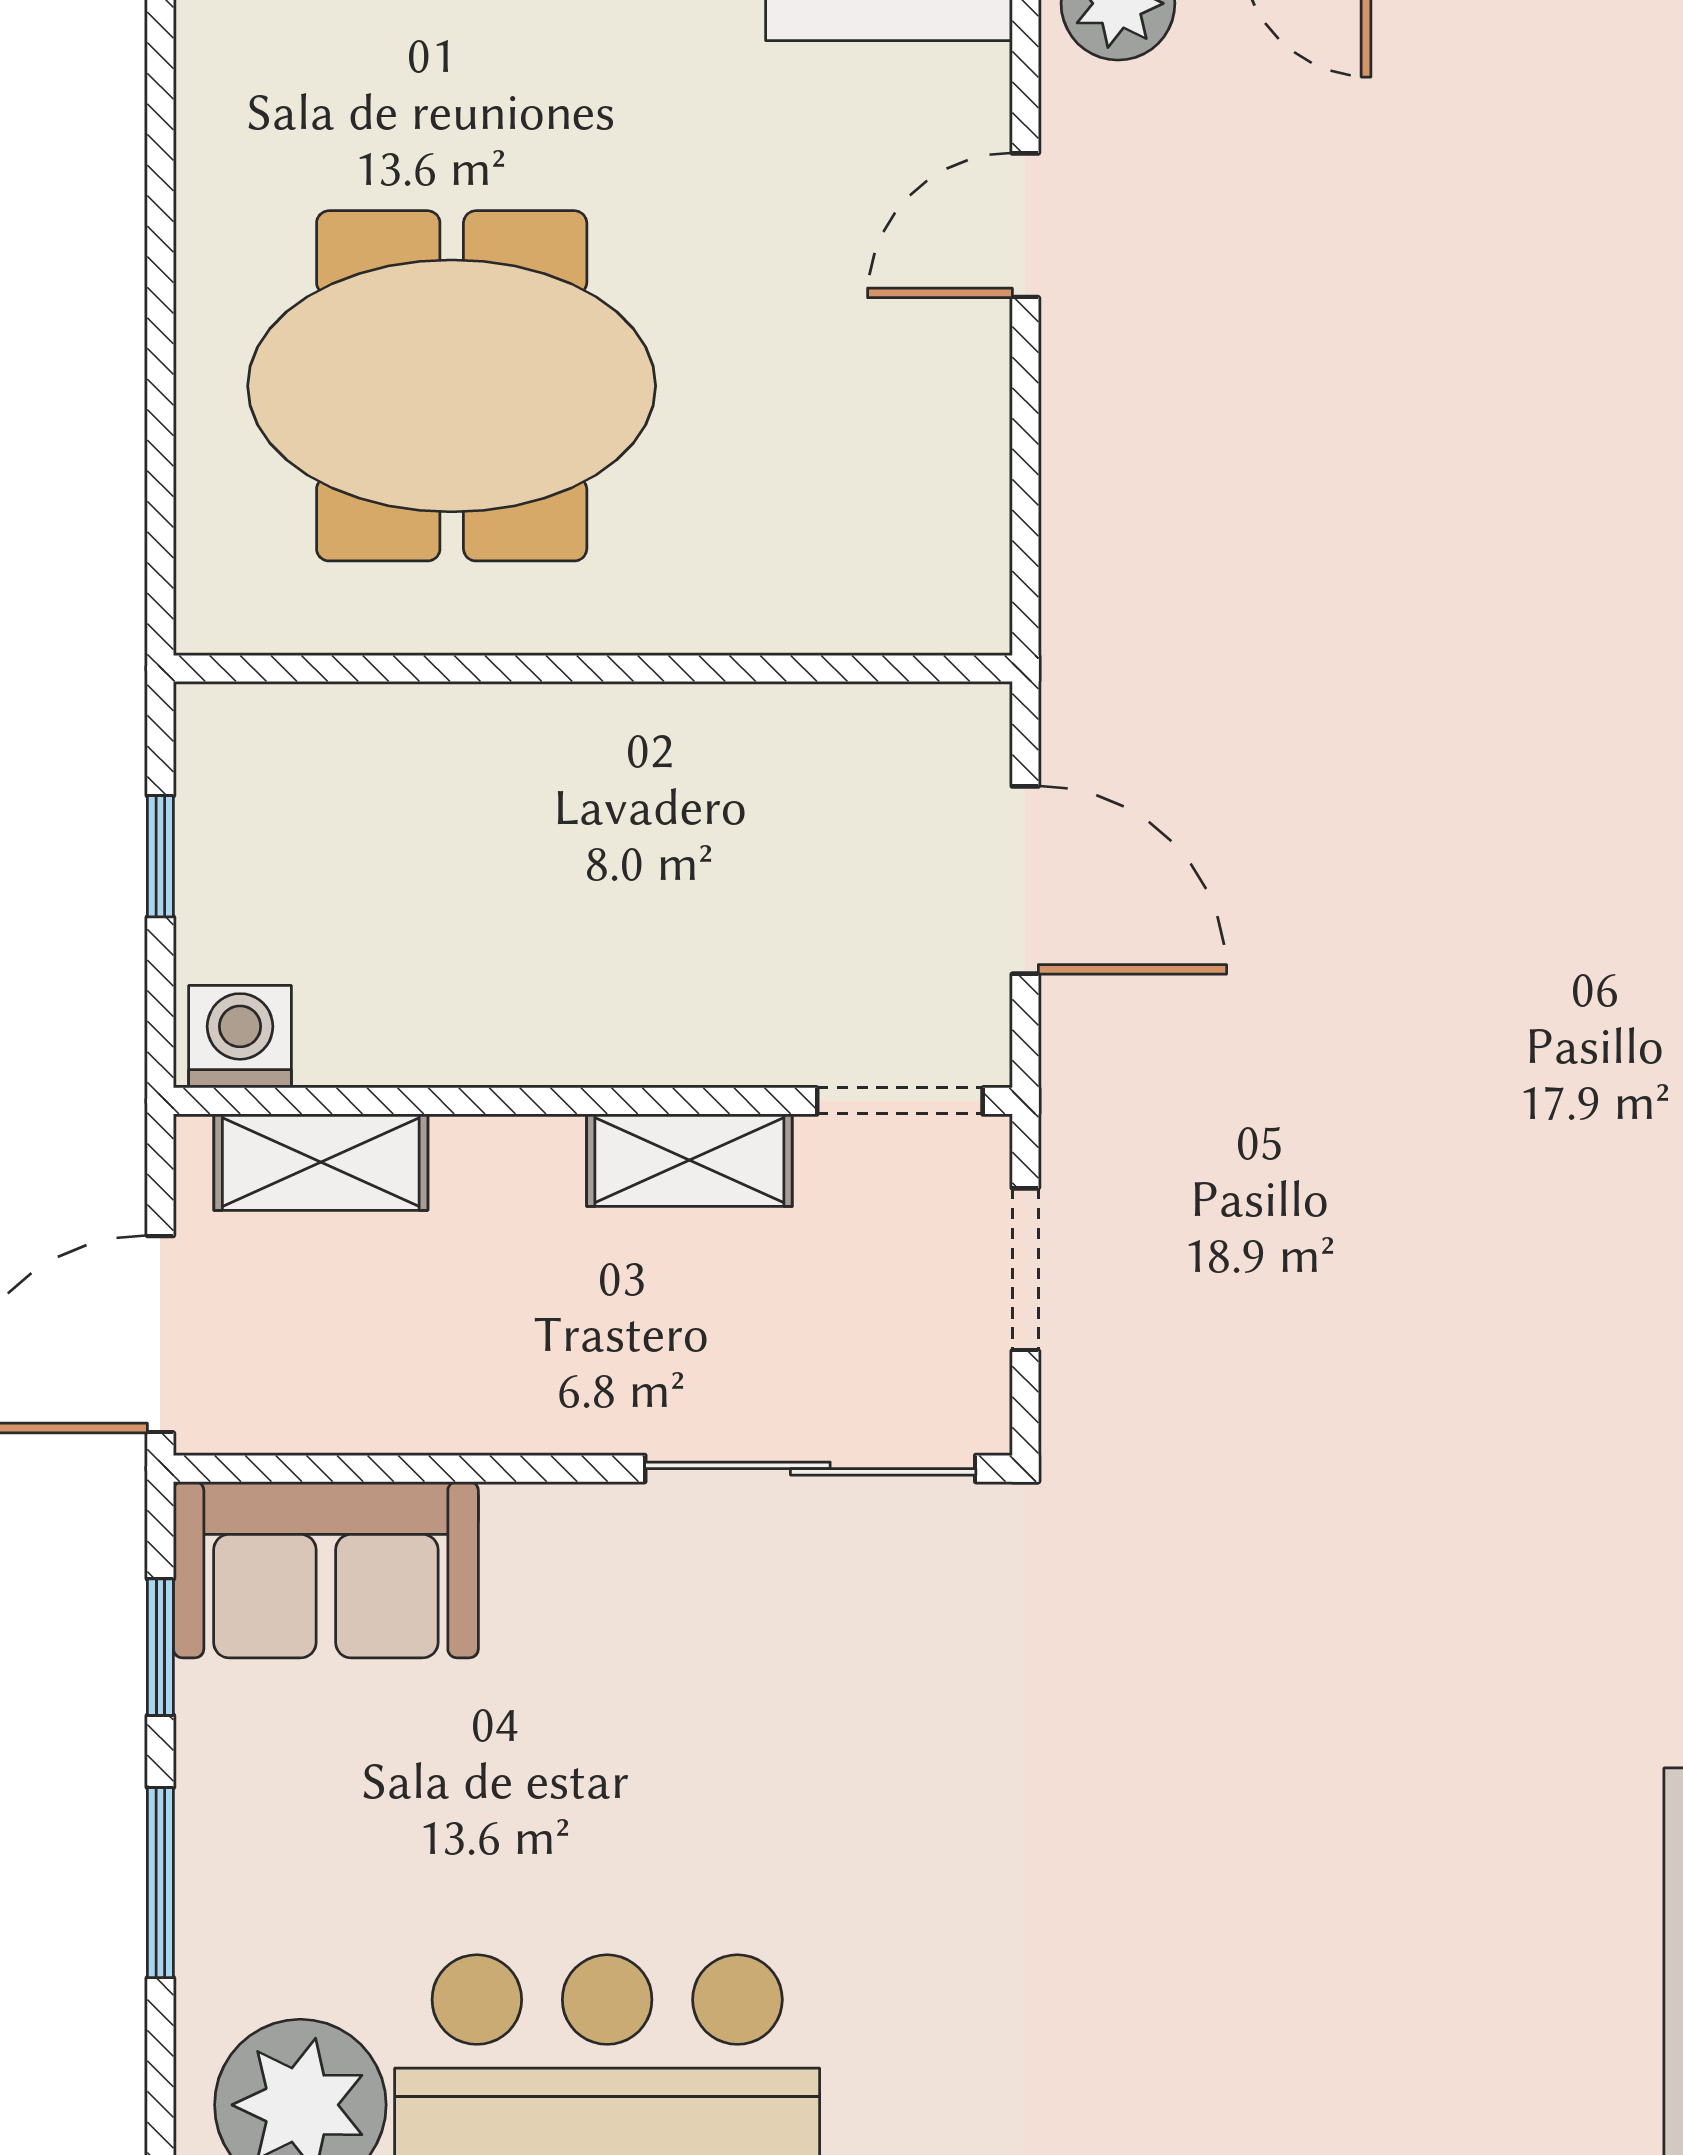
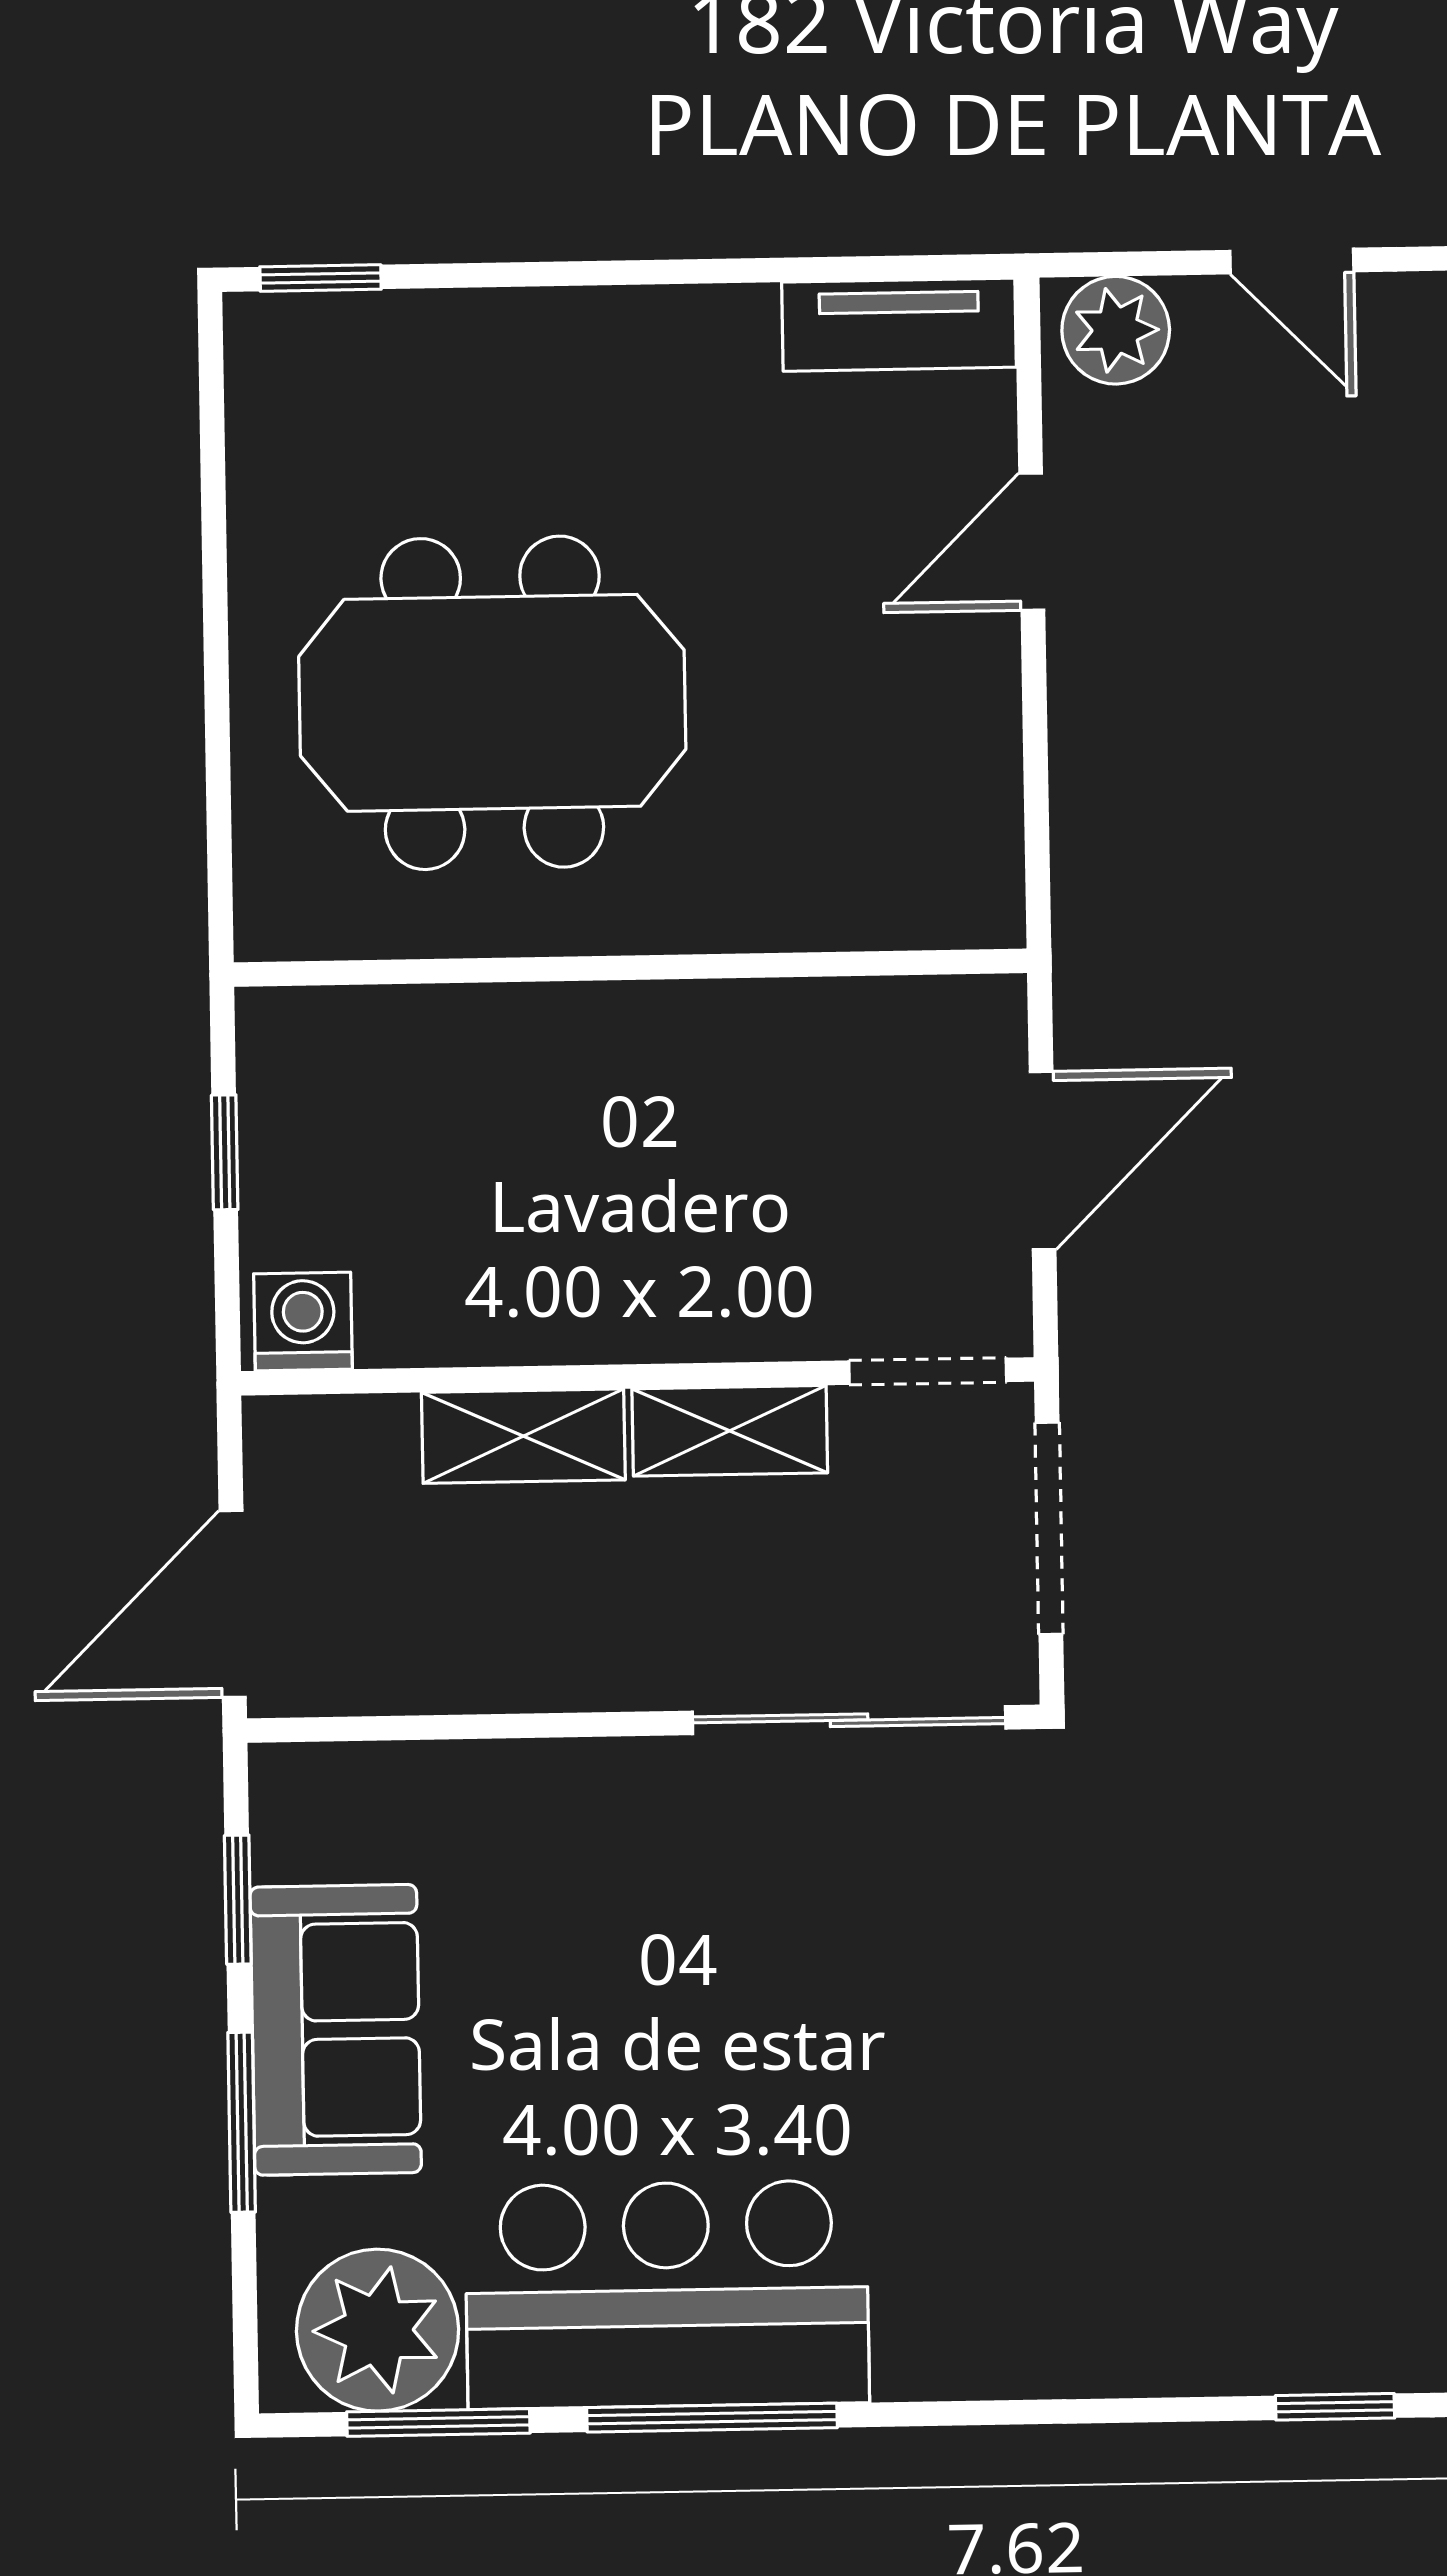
door: (1025, 880) -> (1043, 1161), hinge flipped
shelving: (321, 1162) -> (523, 1436), moved
doorway: (1025, 1269) -> (1049, 1528), width x1.38
sofa: (326, 1570) -> (336, 2030), moved, turned -90

